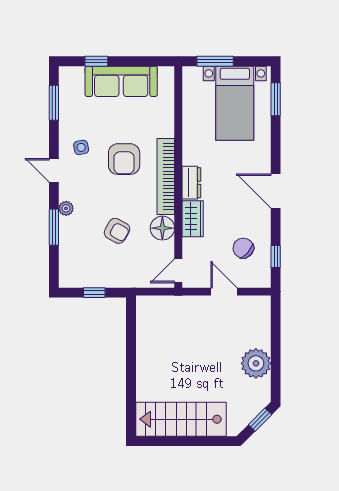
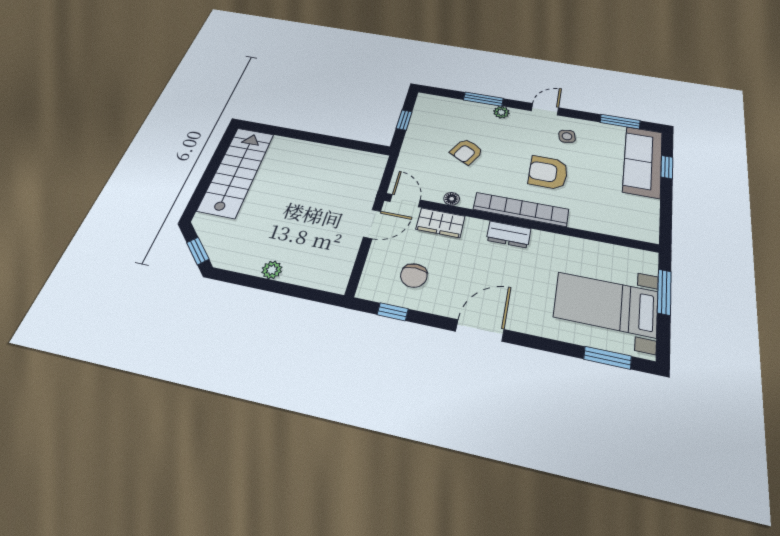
sofa: (121, 81) -> (643, 161), moved
wardrobe: (193, 219) -> (440, 223), moved
floor lamp: (162, 228) -> (452, 199), width x0.53, depth x0.53
chair: (243, 248) -> (414, 275), turned 139
door: (224, 292) -> (372, 224), moved
plant: (256, 363) -> (272, 270), width x0.53, depth x0.53

